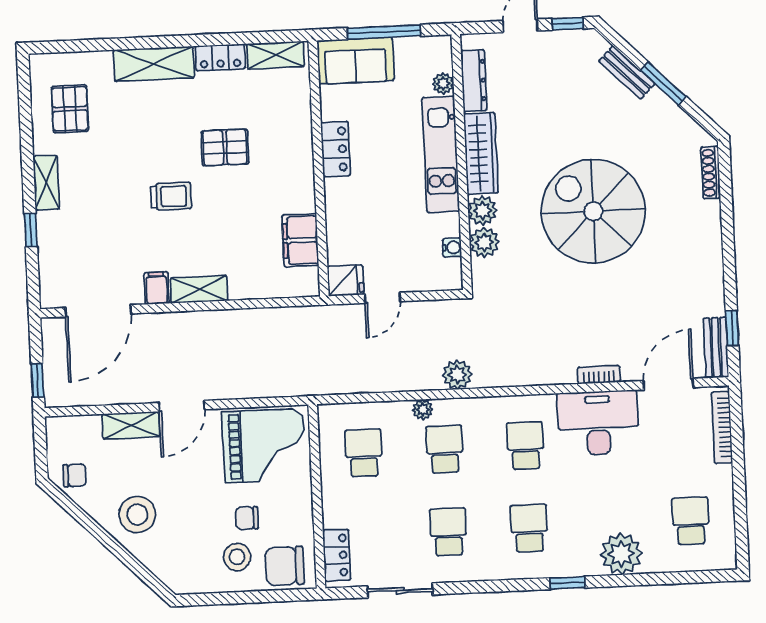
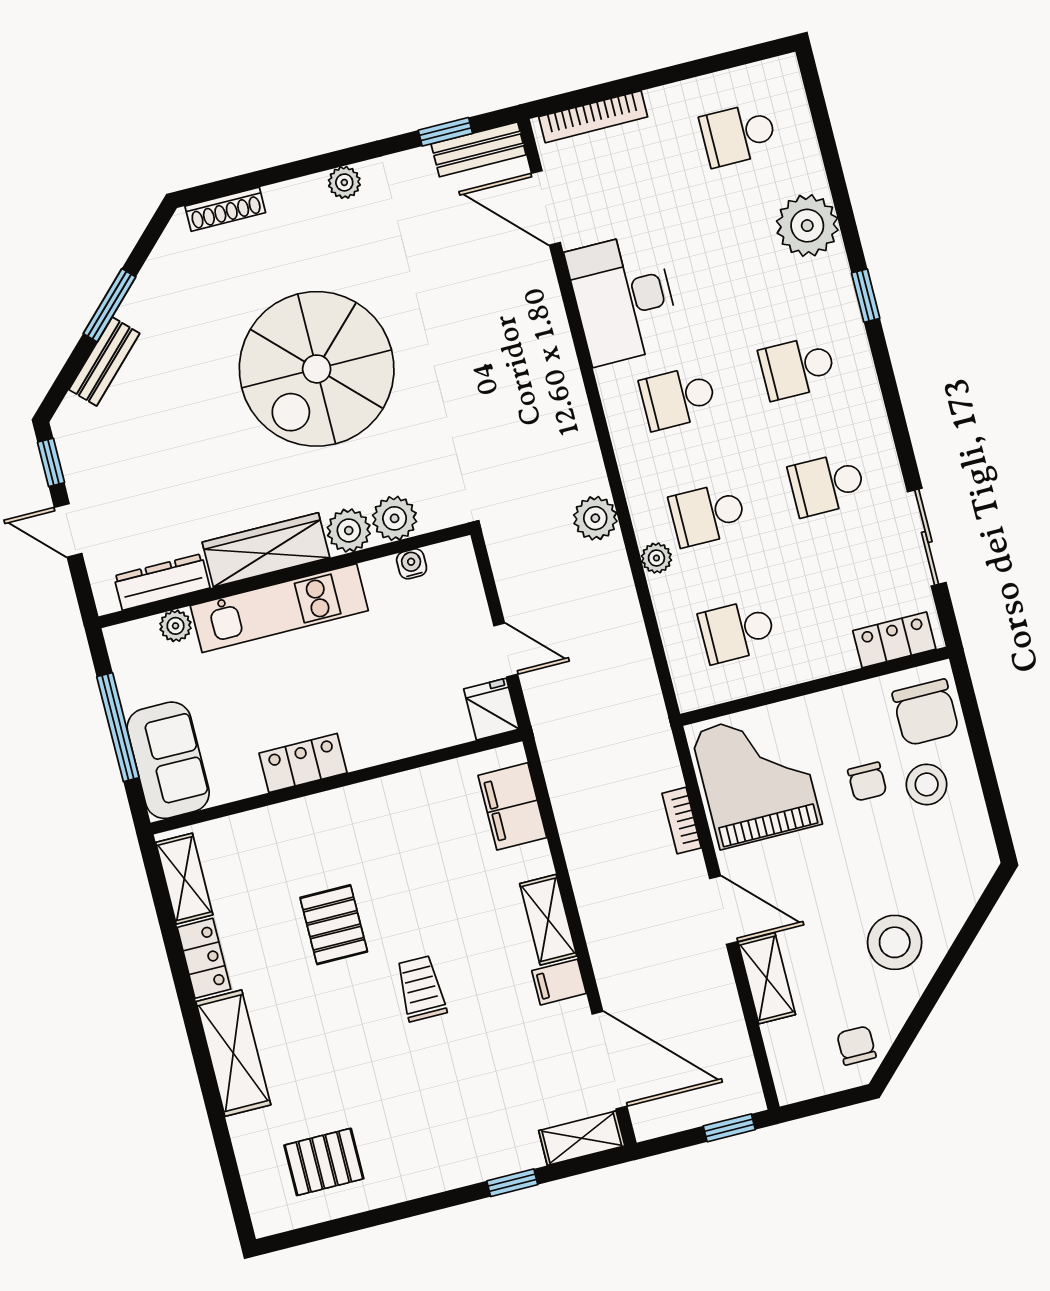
shelving: (46, 183) -> (582, 1138), moved
filing cabinet: (300, 240) -> (512, 806), moved, turned 90
plant: (712, 255) -> (344, 182), added
bookcase: (599, 375) -> (682, 821), moved

